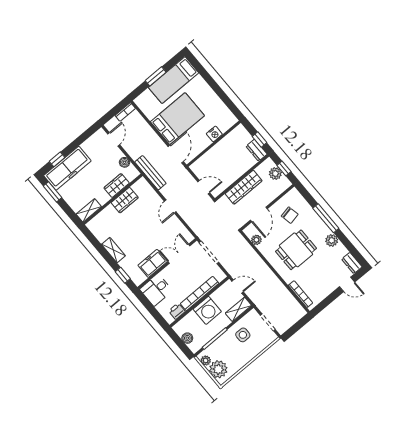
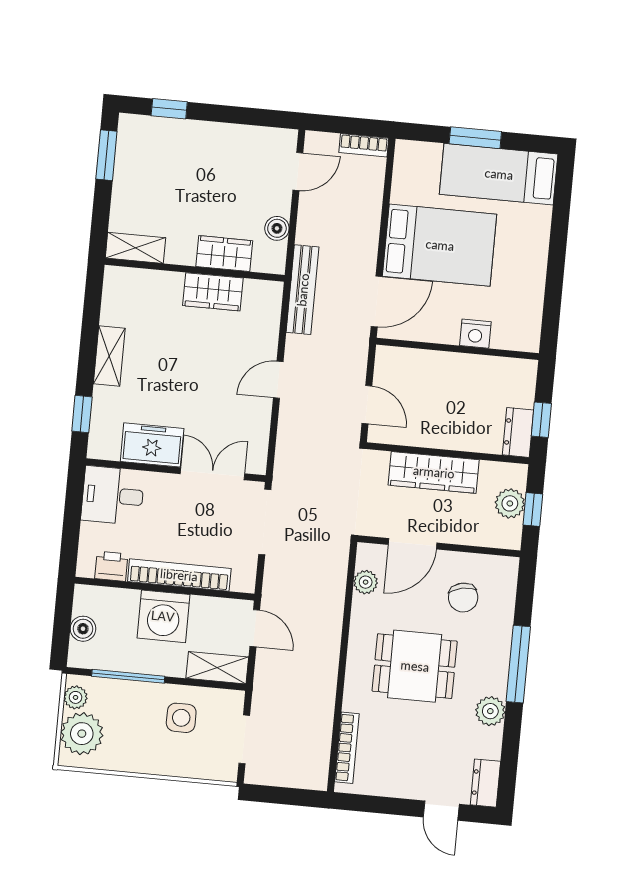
freezer: (67, 168) -> (171, 141), removed

